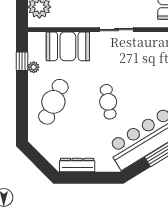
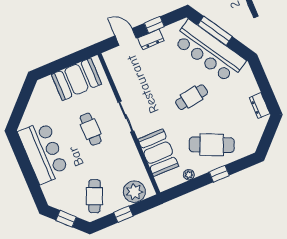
window: (22, 61) -> (219, 174), moved
dresser: (77, 165) -> (260, 106), width x0.70

